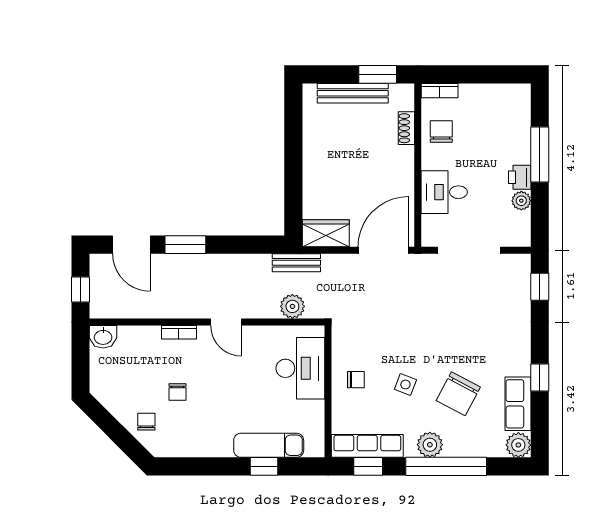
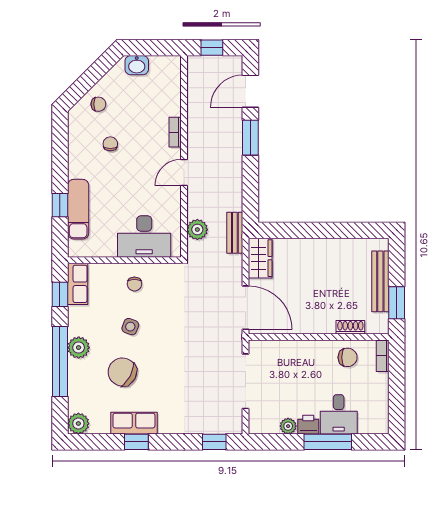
desk: (444, 192) -> (339, 414), moved, turned 180
washbasin: (103, 337) -> (137, 65), moved, turned -90
chair: (177, 392) -> (110, 144), moved, turned 90
row of seats: (518, 404) -> (134, 423), moved
row of seats: (367, 446) -> (78, 284), width x0.68

